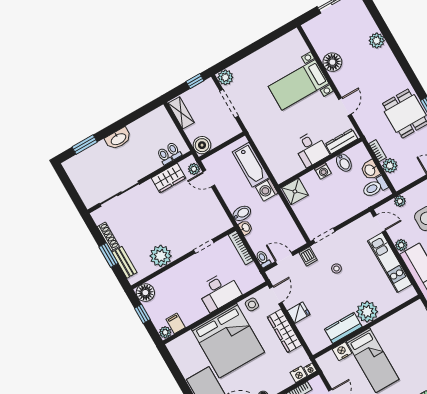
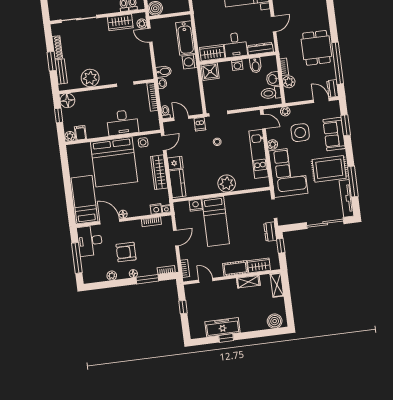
wardrobe: (288, 169) -> (212, 53), added
kitchen counter: (343, 328) -> (177, 183), moved, turned 90

